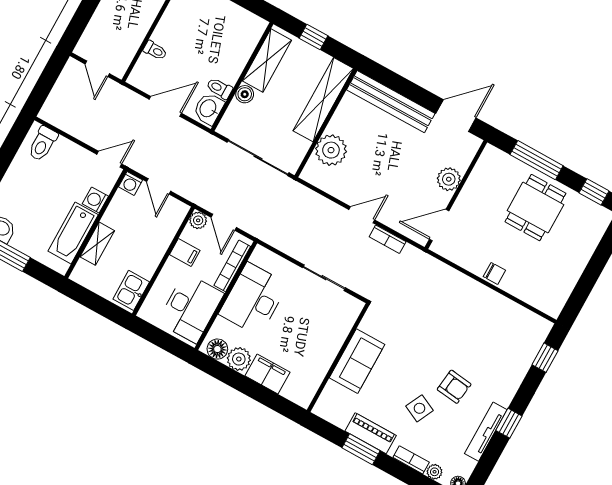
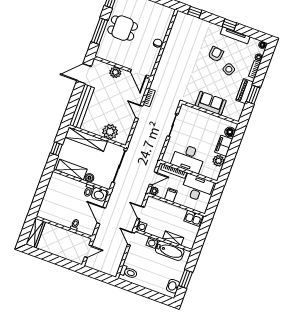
door: (456, 116) -> (84, 74), hinge flipped
door: (159, 186) -> (141, 213), swing flipped
floor lamp: (217, 349) -> (230, 132), moved

